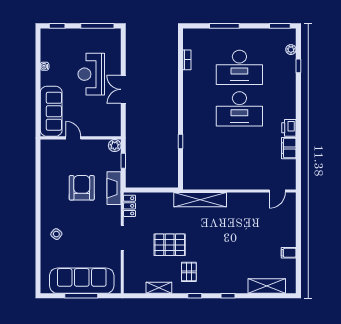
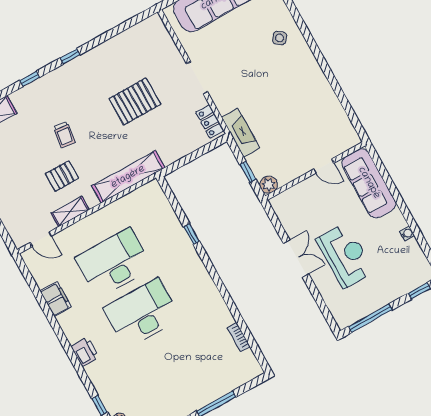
desk: (239, 67) -> (114, 263), moved
printer: (289, 128) -> (85, 352), moved
armchair: (82, 188) -> (280, 111), removed
door: (277, 191) -> (41, 239), swing flipped
trolley: (226, 248) -> (64, 135), added
pallet: (189, 272) -> (62, 176), moved, turned 90
shelving: (159, 288) -> (70, 212), moved

